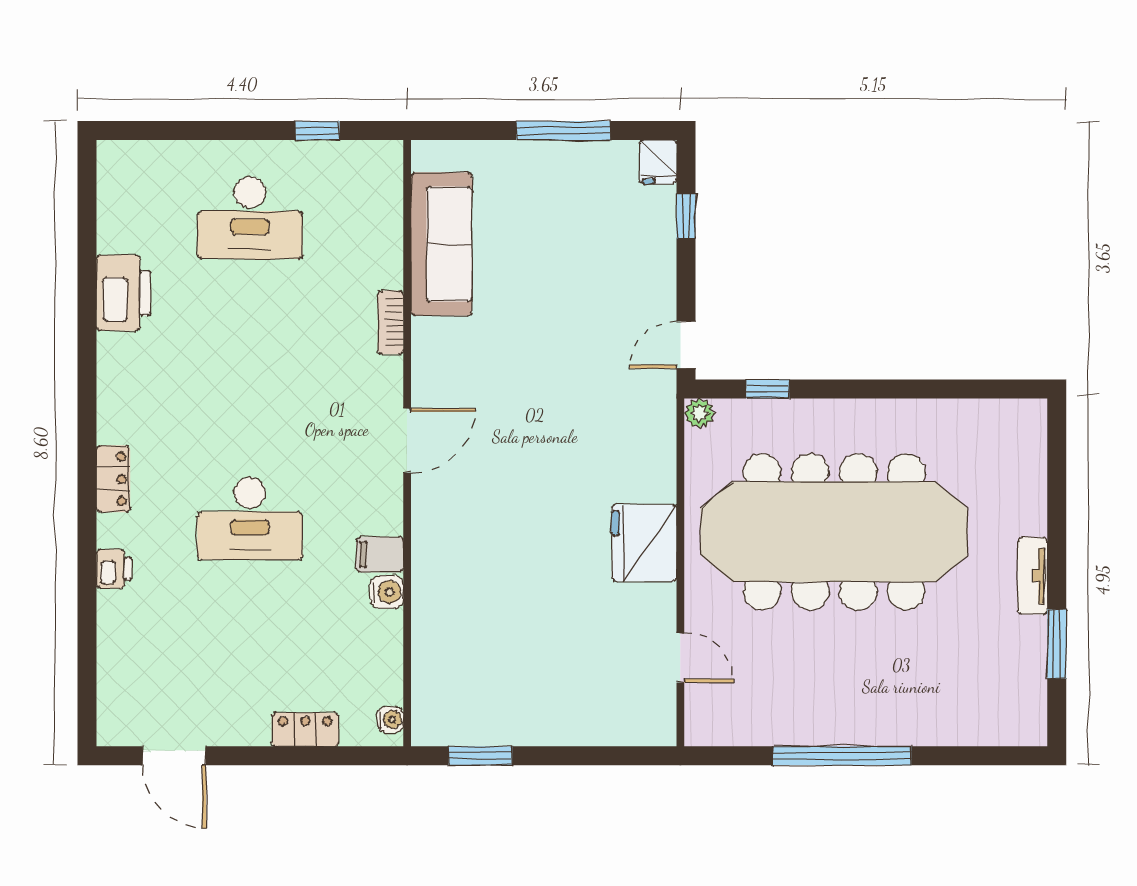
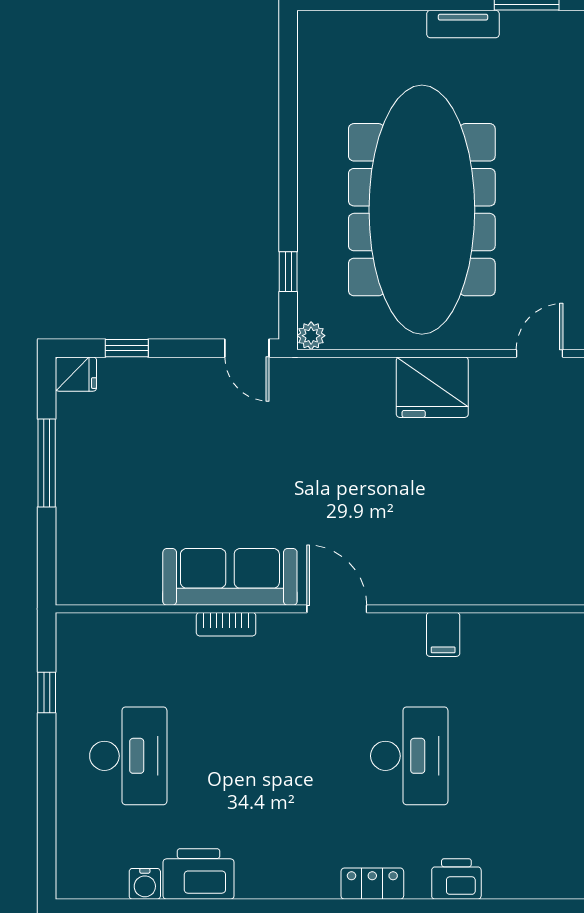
sofa: (441, 244) -> (230, 577), moved
printer: (114, 569) -> (456, 879), width x1.36, depth x1.24
water cooler: (387, 592) -> (145, 884), moved, turned 180

